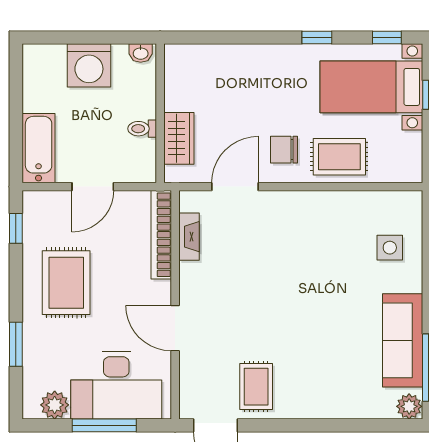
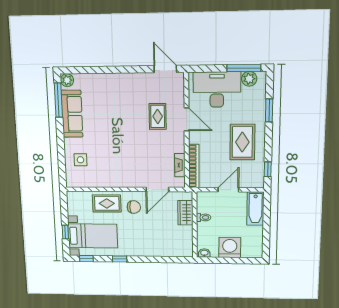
rug: (256, 387) -> (158, 116), moved
window: (104, 425) -> (244, 68), moved

